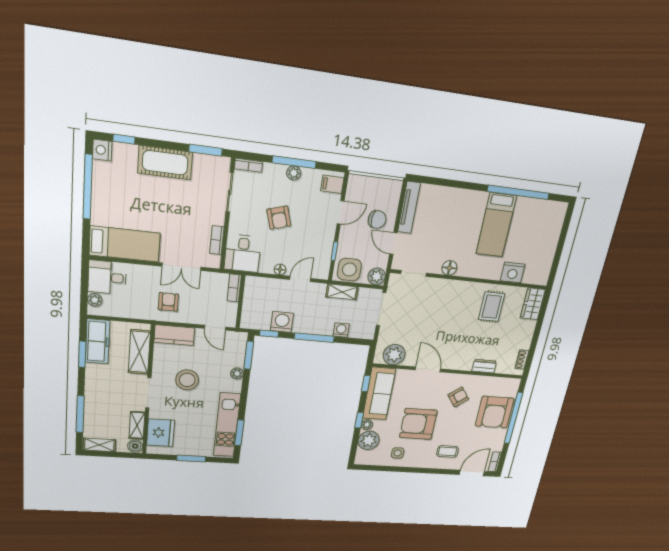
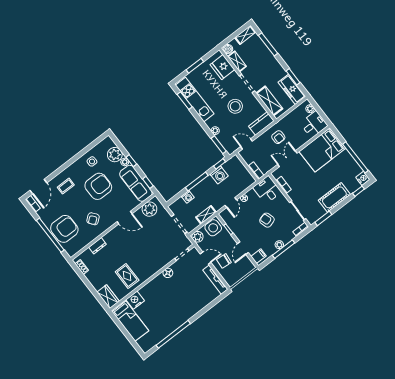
bed: (496, 225) -> (130, 321), moved, turned 180
bed: (125, 244) -> (322, 150), width x1.50
armchair: (495, 412) -> (64, 229), turned 90

